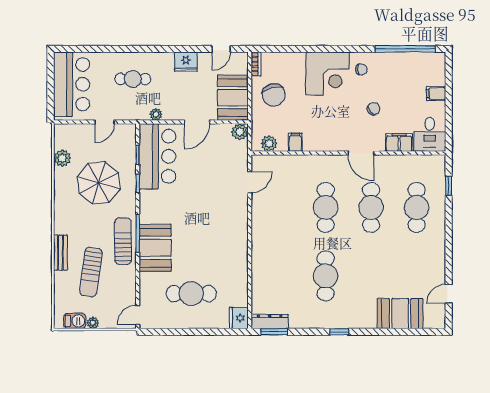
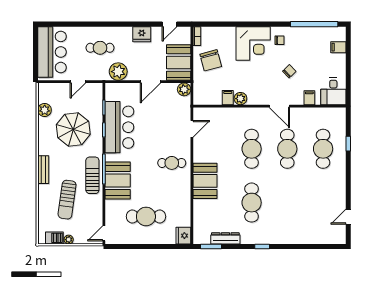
filing cabinet: (436, 94) -> (338, 47), moved
plant: (156, 114) -> (118, 72), width x1.88, depth x1.88
filing cabinet: (399, 143) -> (309, 98), width x0.50
plant: (269, 144) -> (240, 99), moved
bar counter: (157, 156) -> (119, 127), moved
window: (449, 186) -> (348, 144), moved
cafe table: (224, 225) -> (172, 163), added
bench: (60, 253) -> (43, 170), moved
booth: (400, 314) -> (205, 181), moved, turned 90
dresser: (270, 322) -> (225, 238), moved

